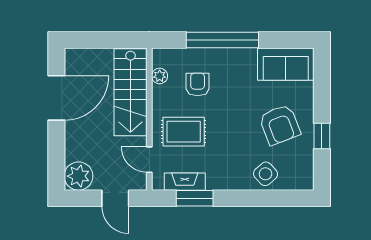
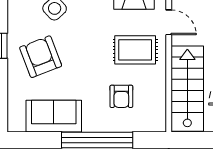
sofa: (286, 64) -> (54, 116), moved
plant: (160, 76) -> (159, 105), removed

